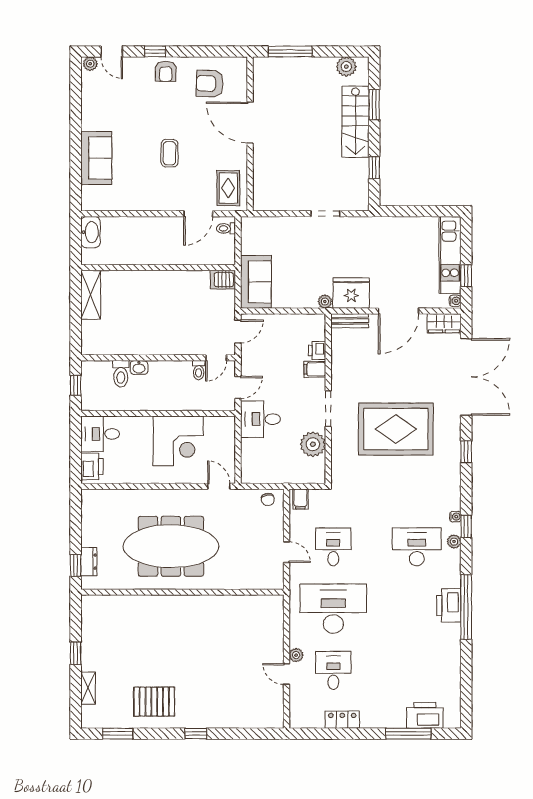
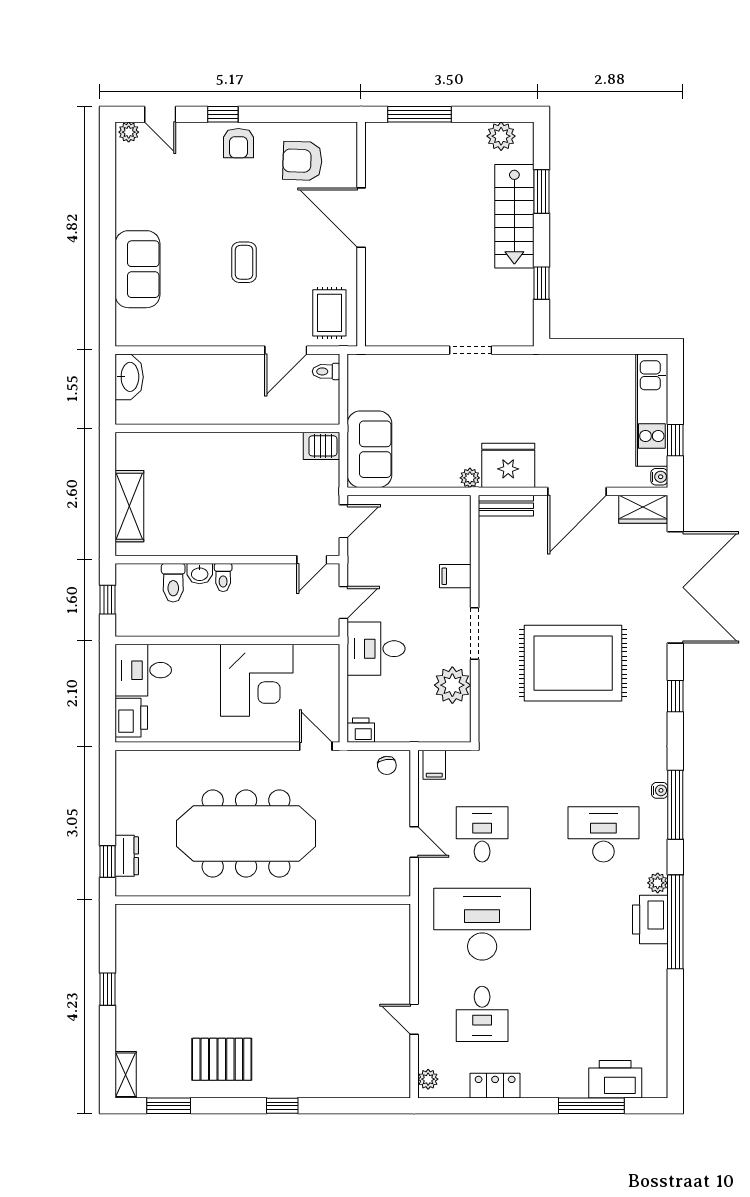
shelving: (91, 295) -> (129, 506), moved
printer: (317, 351) -> (361, 730), moved, turned 90
toilet: (199, 370) -> (223, 578), moved
window: (466, 526) -> (675, 805), width x2.17
plant: (454, 542) -> (658, 883), moved
plant: (296, 655) -> (428, 1079), moved
desk: (333, 670) -> (482, 1014), turned 180
shelving: (88, 688) -> (126, 1075), moved

